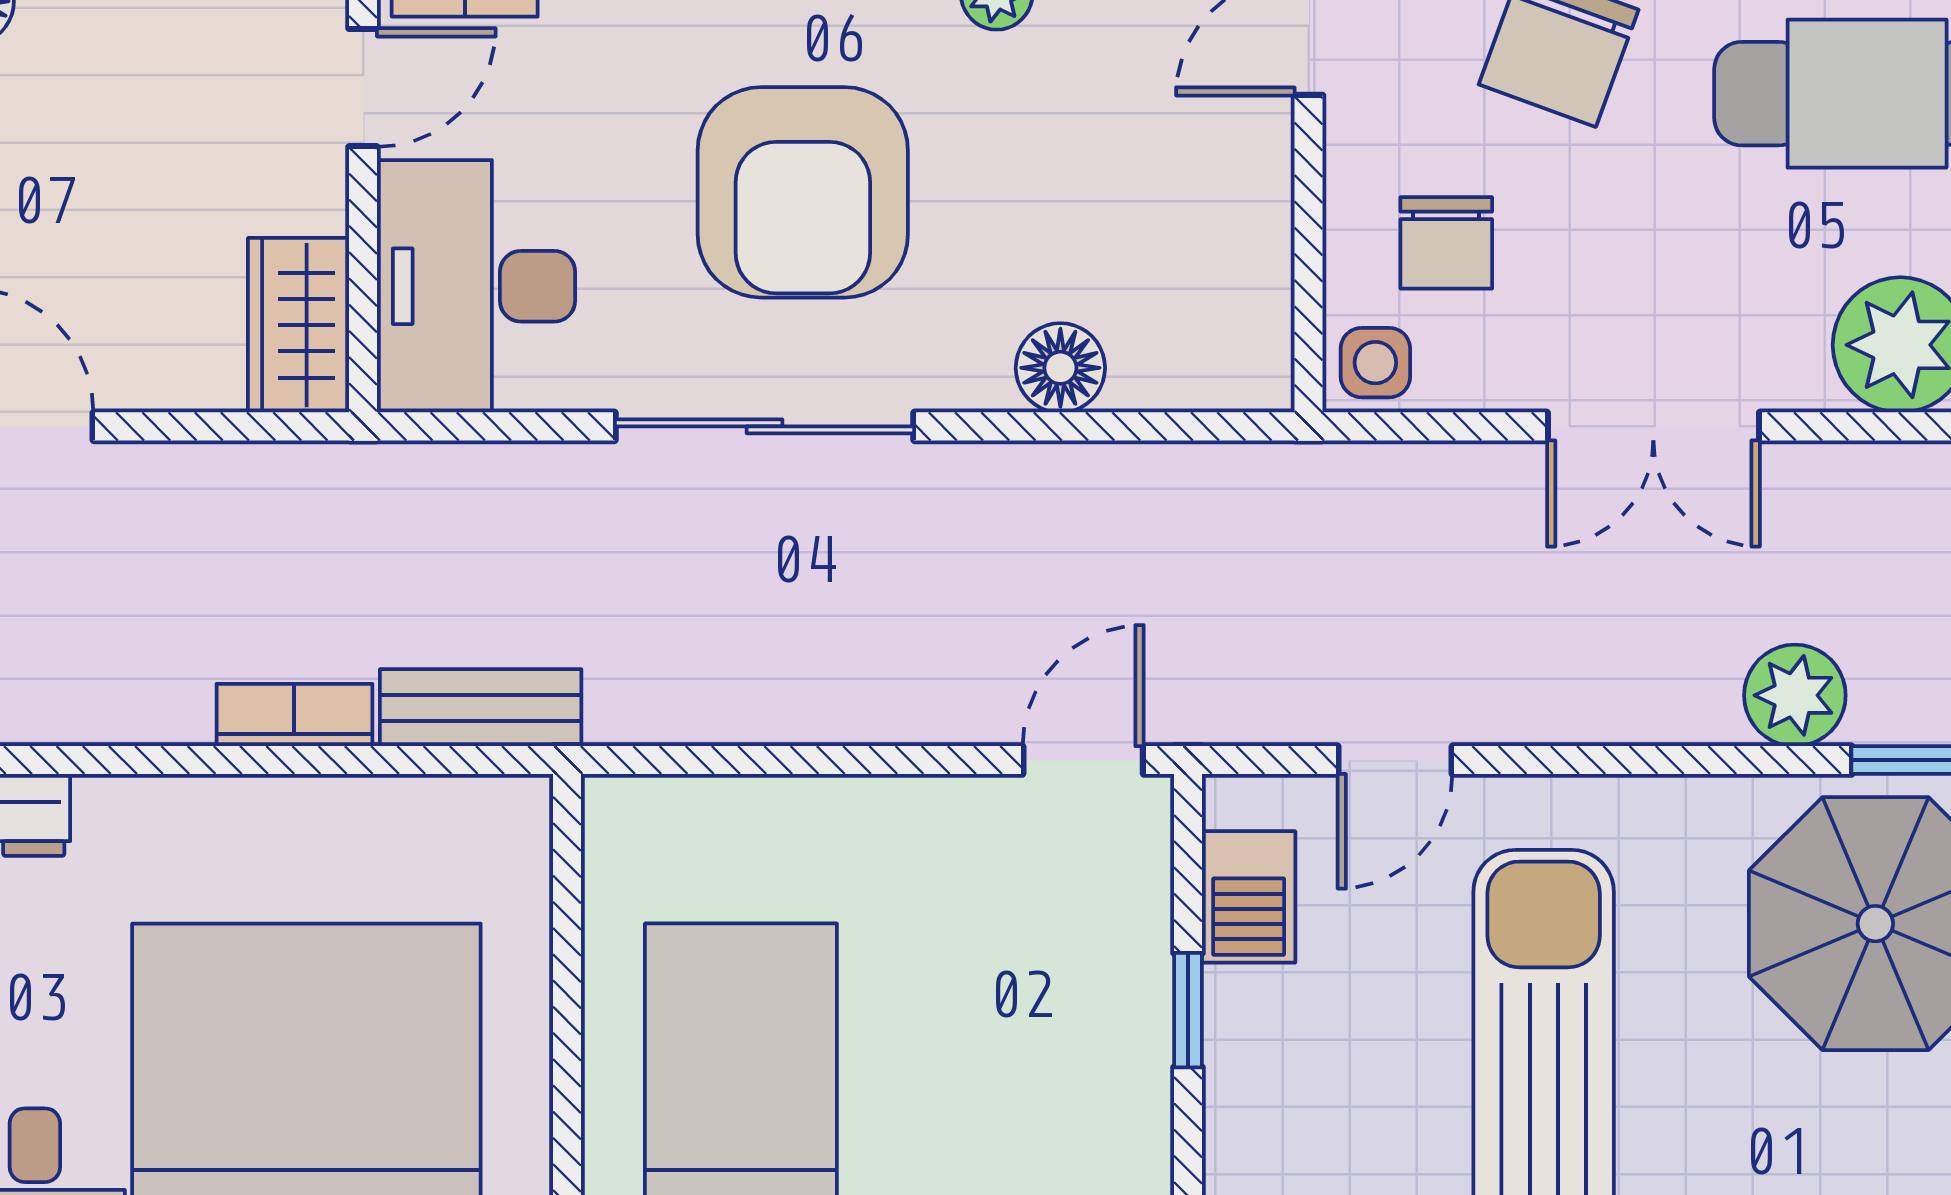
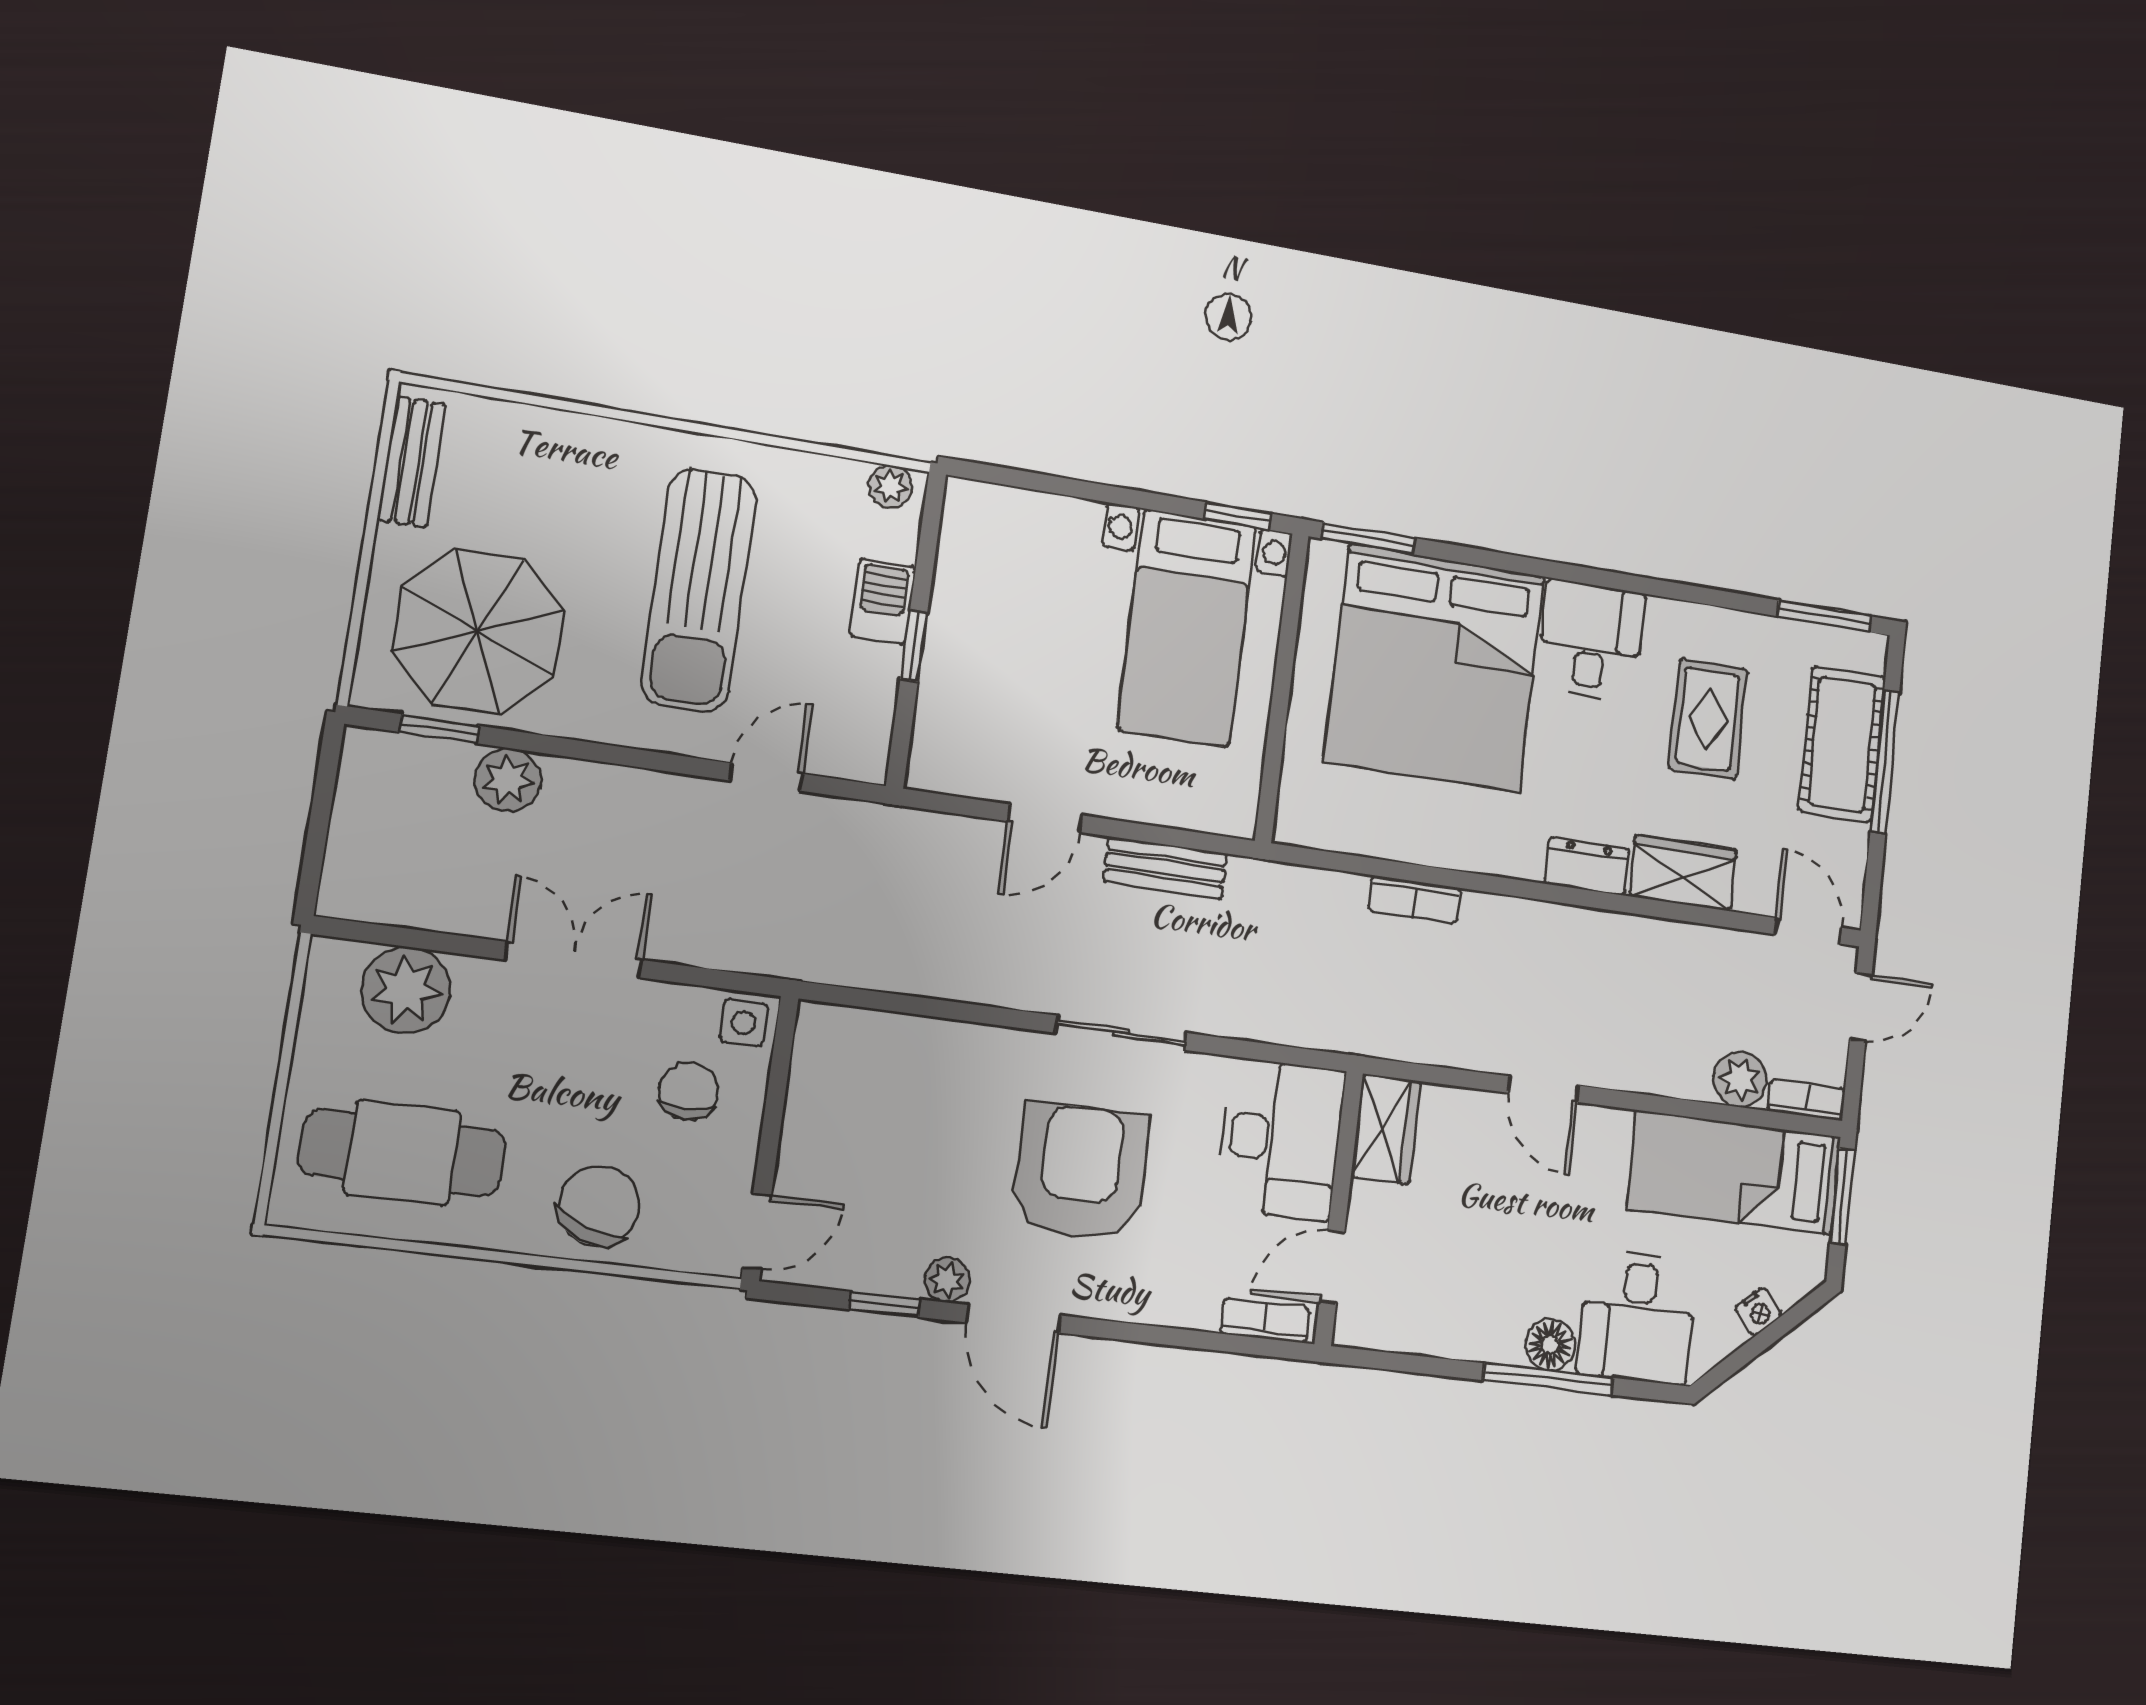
floor lamp: (1060, 368) -> (939, 1045), removed
sliding door: (764, 426) -> (1121, 1033), width x0.73
bench: (481, 708) -> (1165, 868), moved
door: (1083, 760) -> (1045, 818), moved
barbecue: (1249, 897) -> (882, 601), moved

